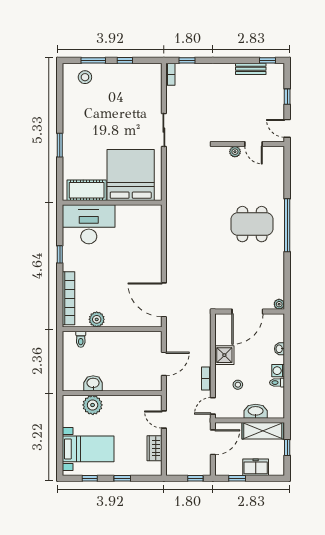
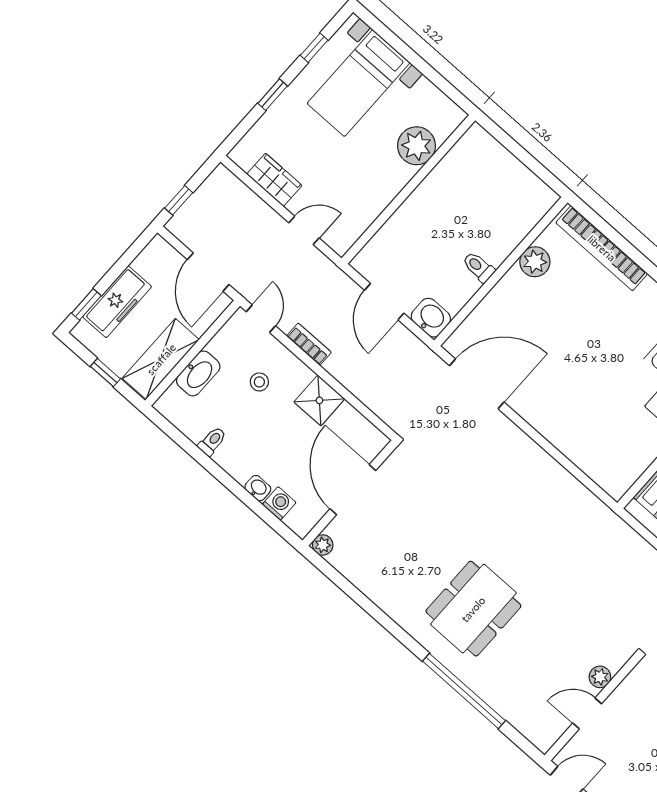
window: (287, 225) -> (464, 691), moved
toilet: (81, 339) -> (479, 267), moved
washing machine: (278, 371) -> (279, 503), moved
washbasin: (93, 383) -> (431, 318), moved, turned -90
freezer: (256, 467) -> (117, 302), width x1.40
window: (237, 478) -> (86, 304), moved

